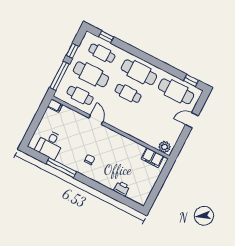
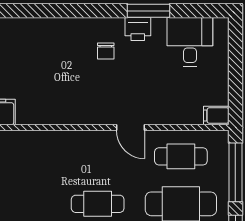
window: (61, 168) -> (149, 11), width x0.69
printer: (122, 189) -> (138, 29), moved

